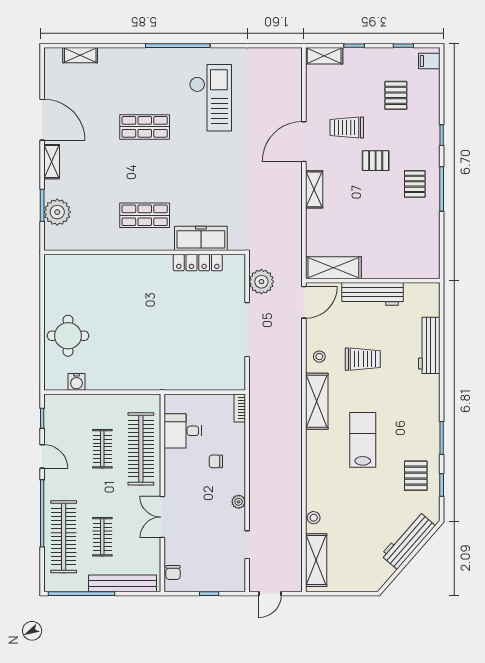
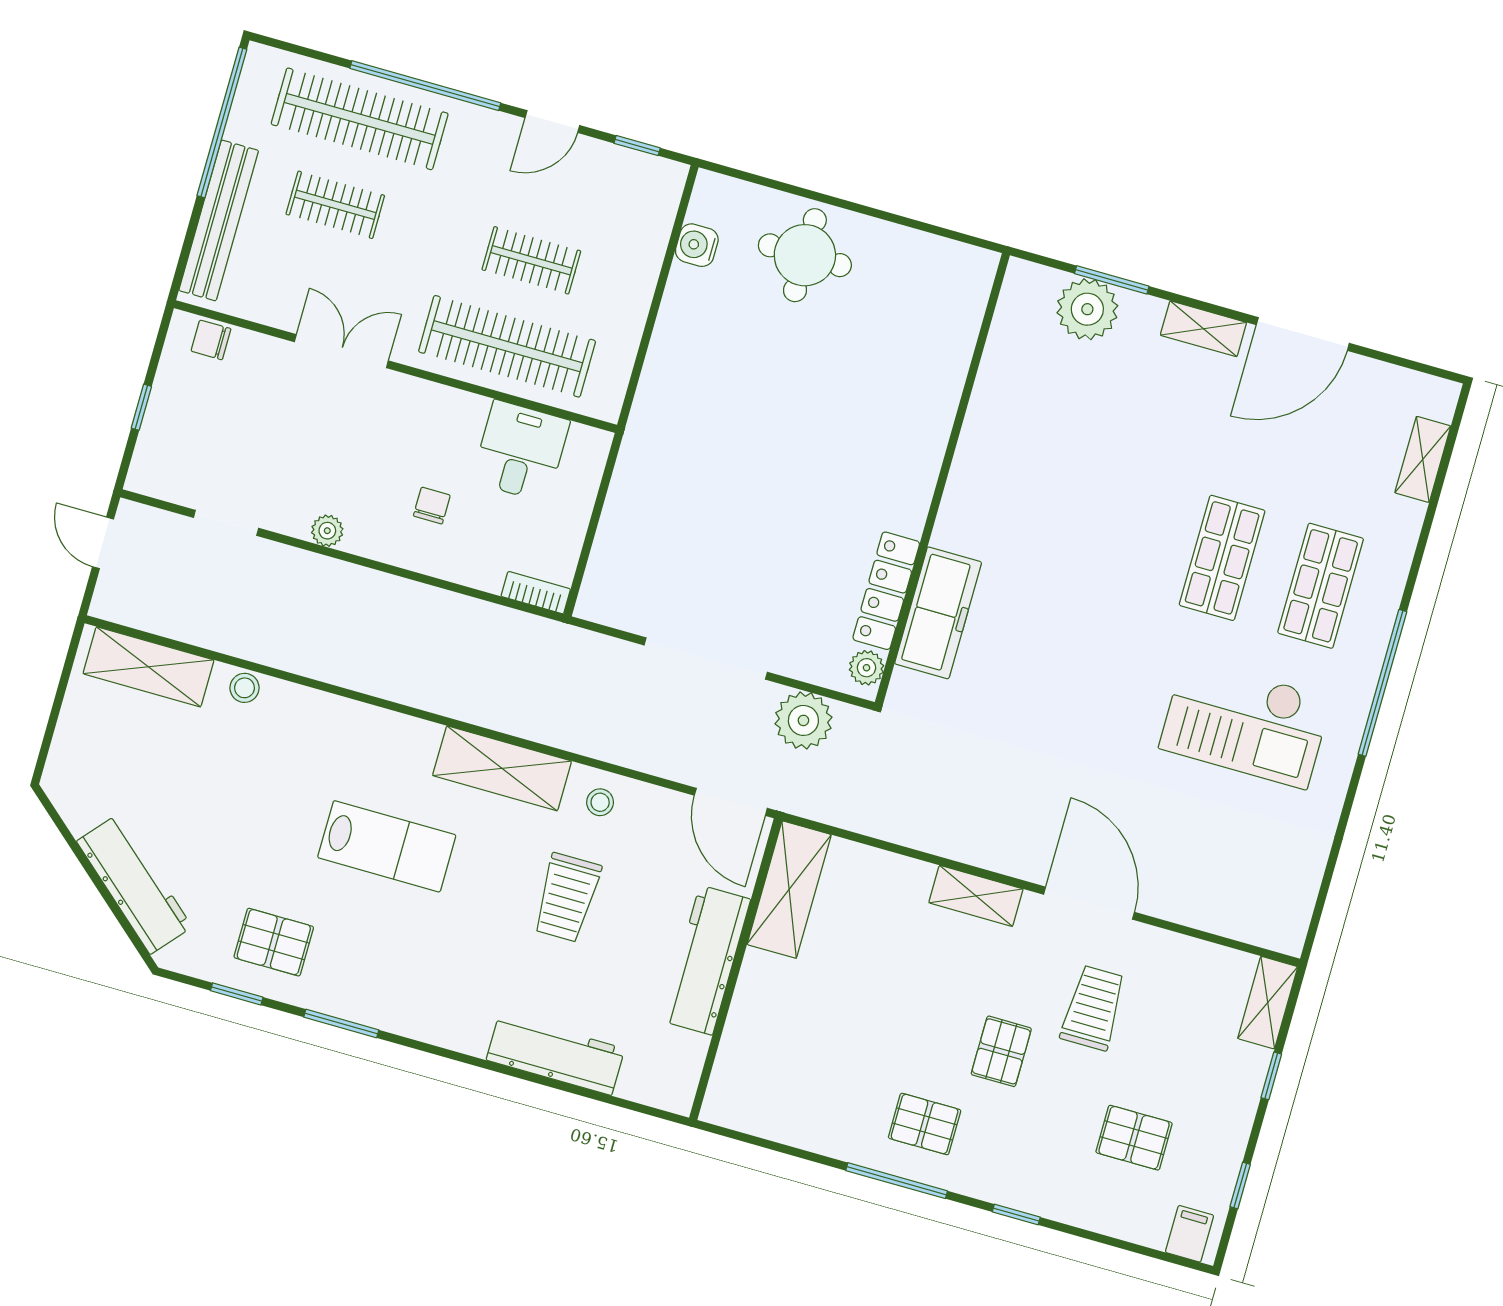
shop shelf: (145, 215) -> (1321, 586), moved
plant: (232, 262) -> (867, 668), added

